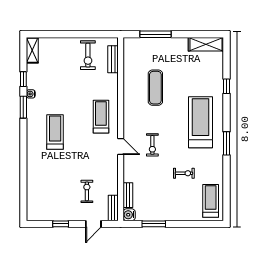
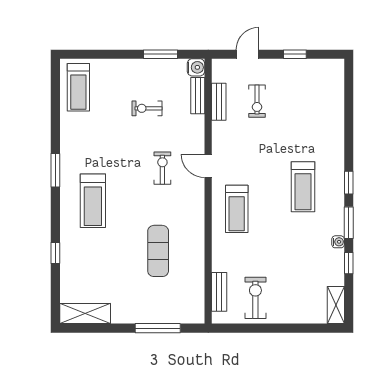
treadmill: (201, 122) -> (93, 201), width x0.73, depth x0.73
window: (23, 135) -> (349, 183), added
exercise bike: (184, 173) -> (147, 108), moved
bench: (113, 208) -> (219, 102), moved

